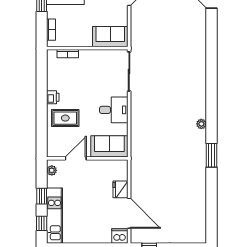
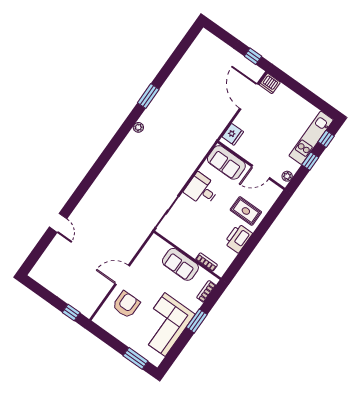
sofa: (110, 37) -> (180, 264), moved
printer: (53, 97) -> (238, 238), width x1.87, depth x1.48
fridge: (120, 189) -> (233, 134), moved

